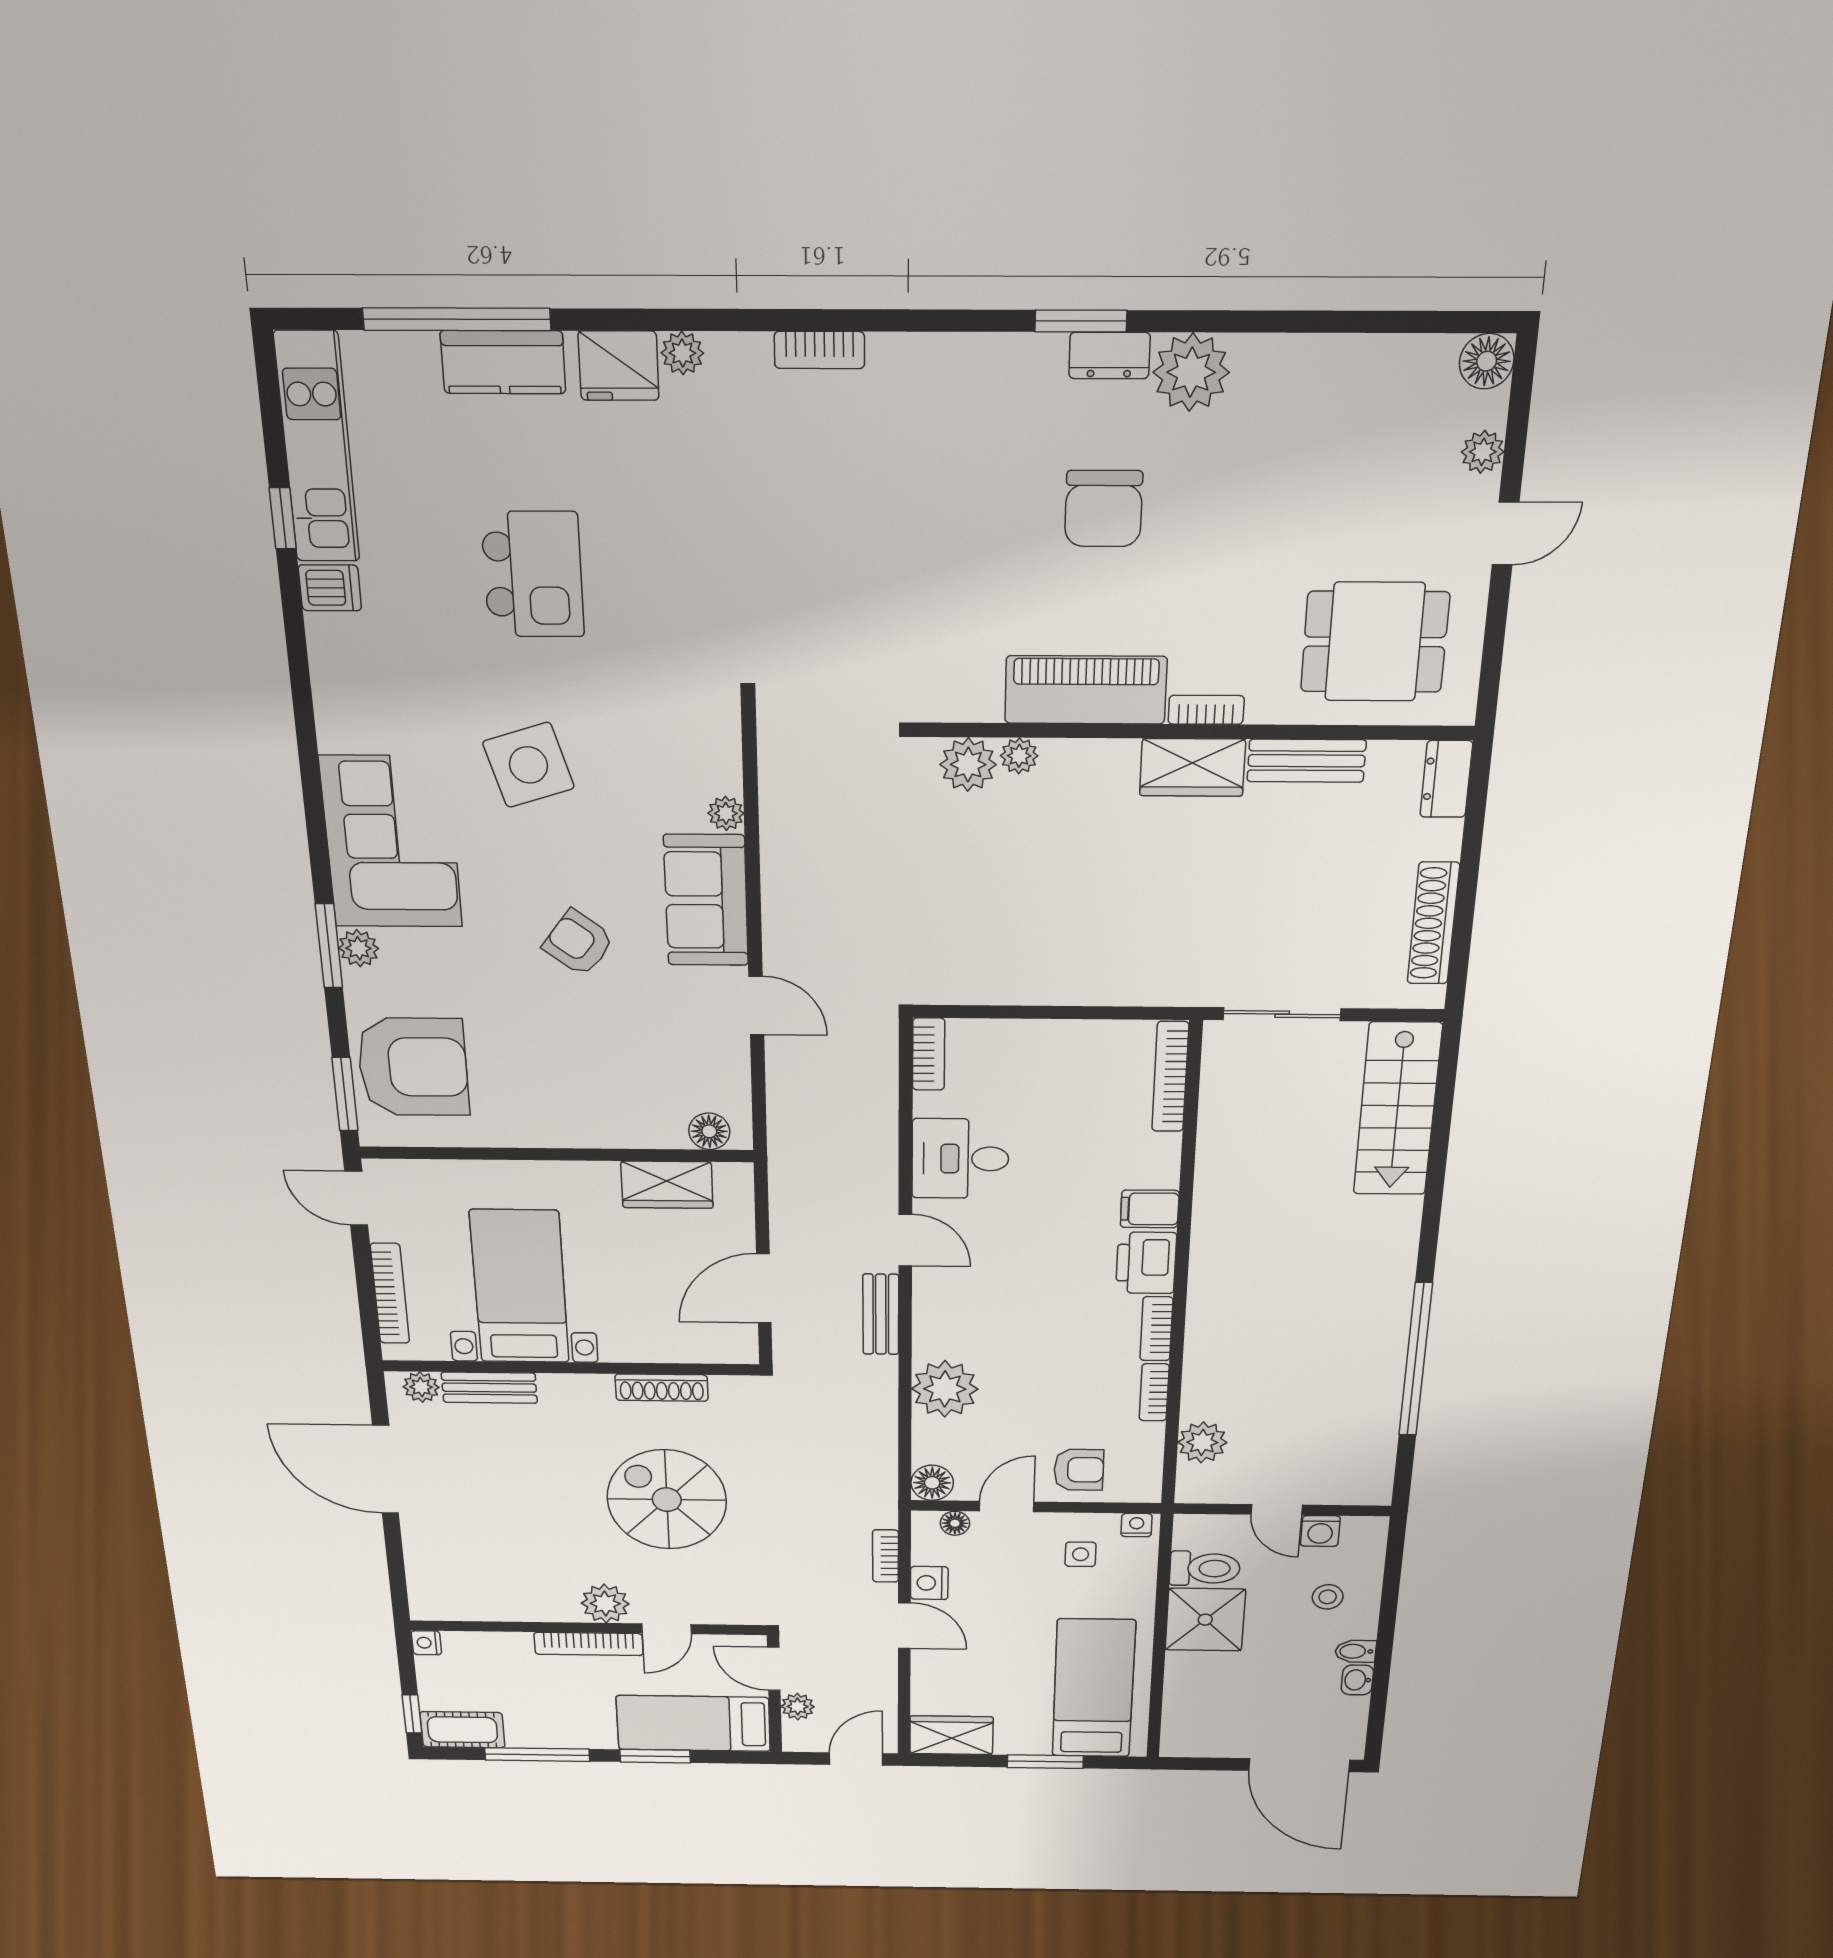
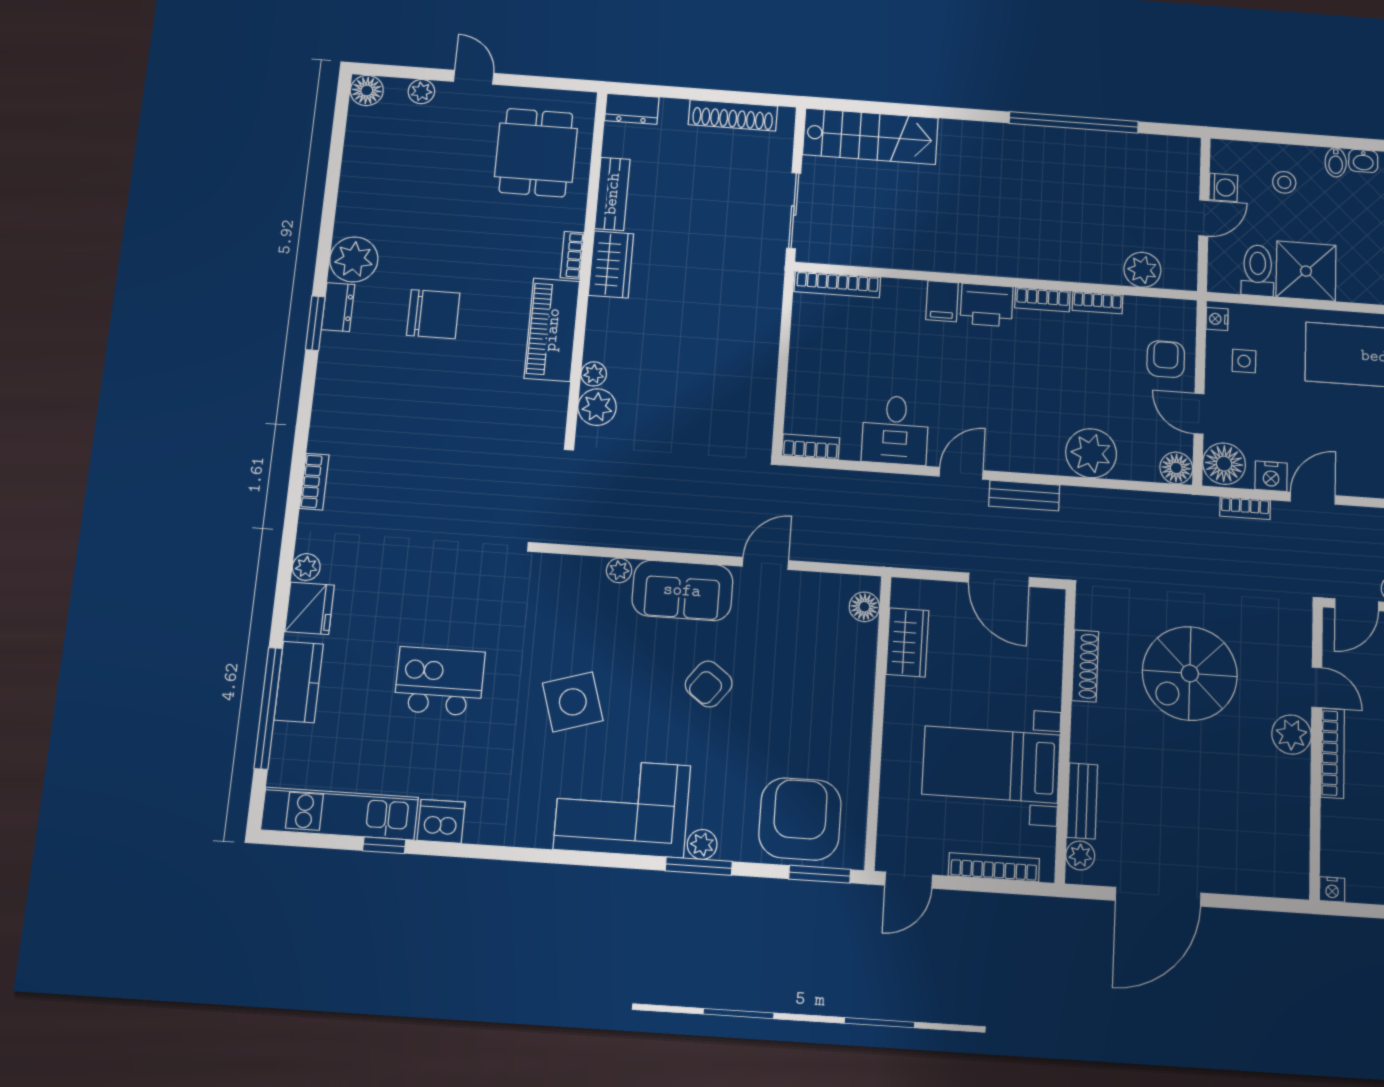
dishwasher: (330, 588) -> (441, 821), width x1.38
floor lamp: (955, 1523) -> (1224, 464), width x1.89, depth x1.89

